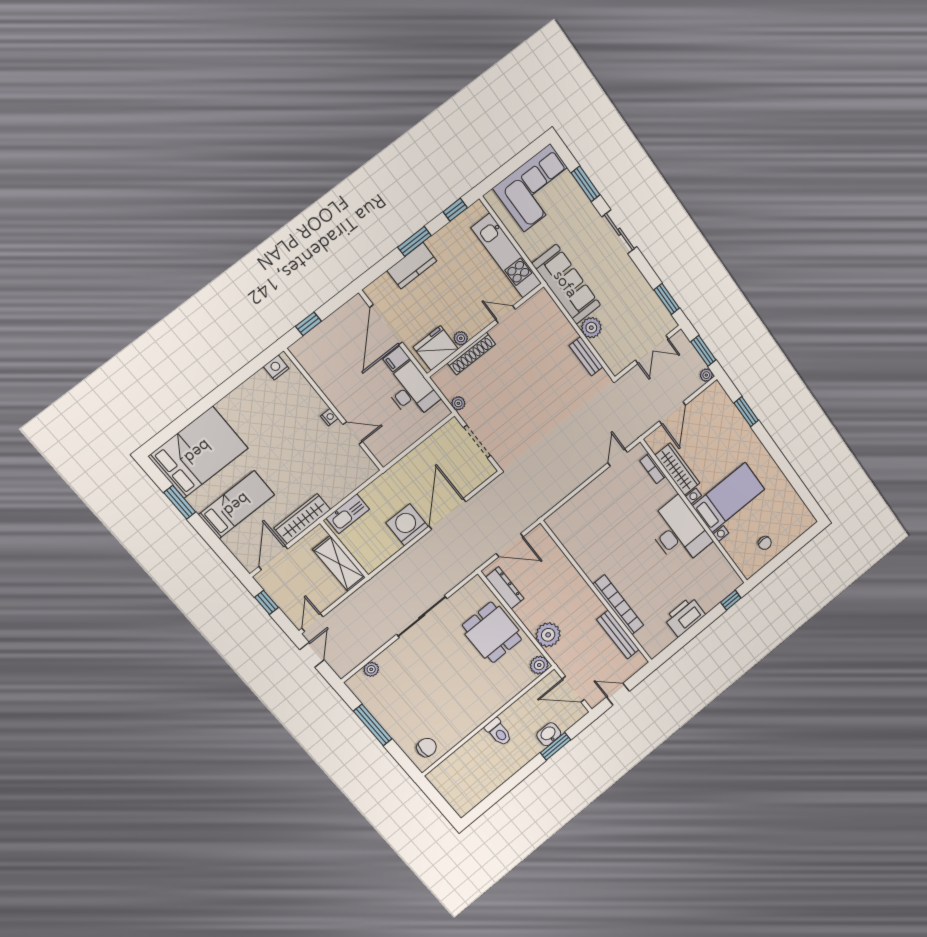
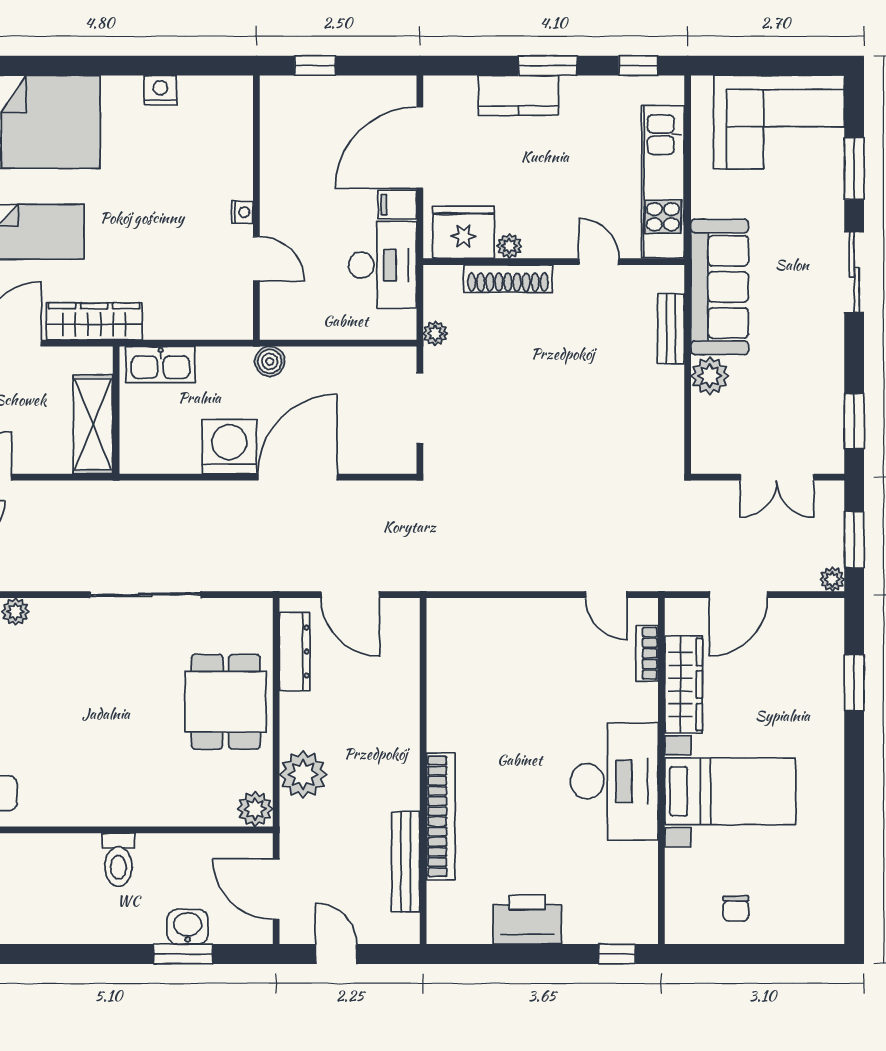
bench: (586, 356) -> (671, 329), moved
nightstand: (276, 367) -> (160, 90), moved
door: (618, 458) -> (606, 595), swing flipped
boiler: (395, 474) -> (270, 361), added

